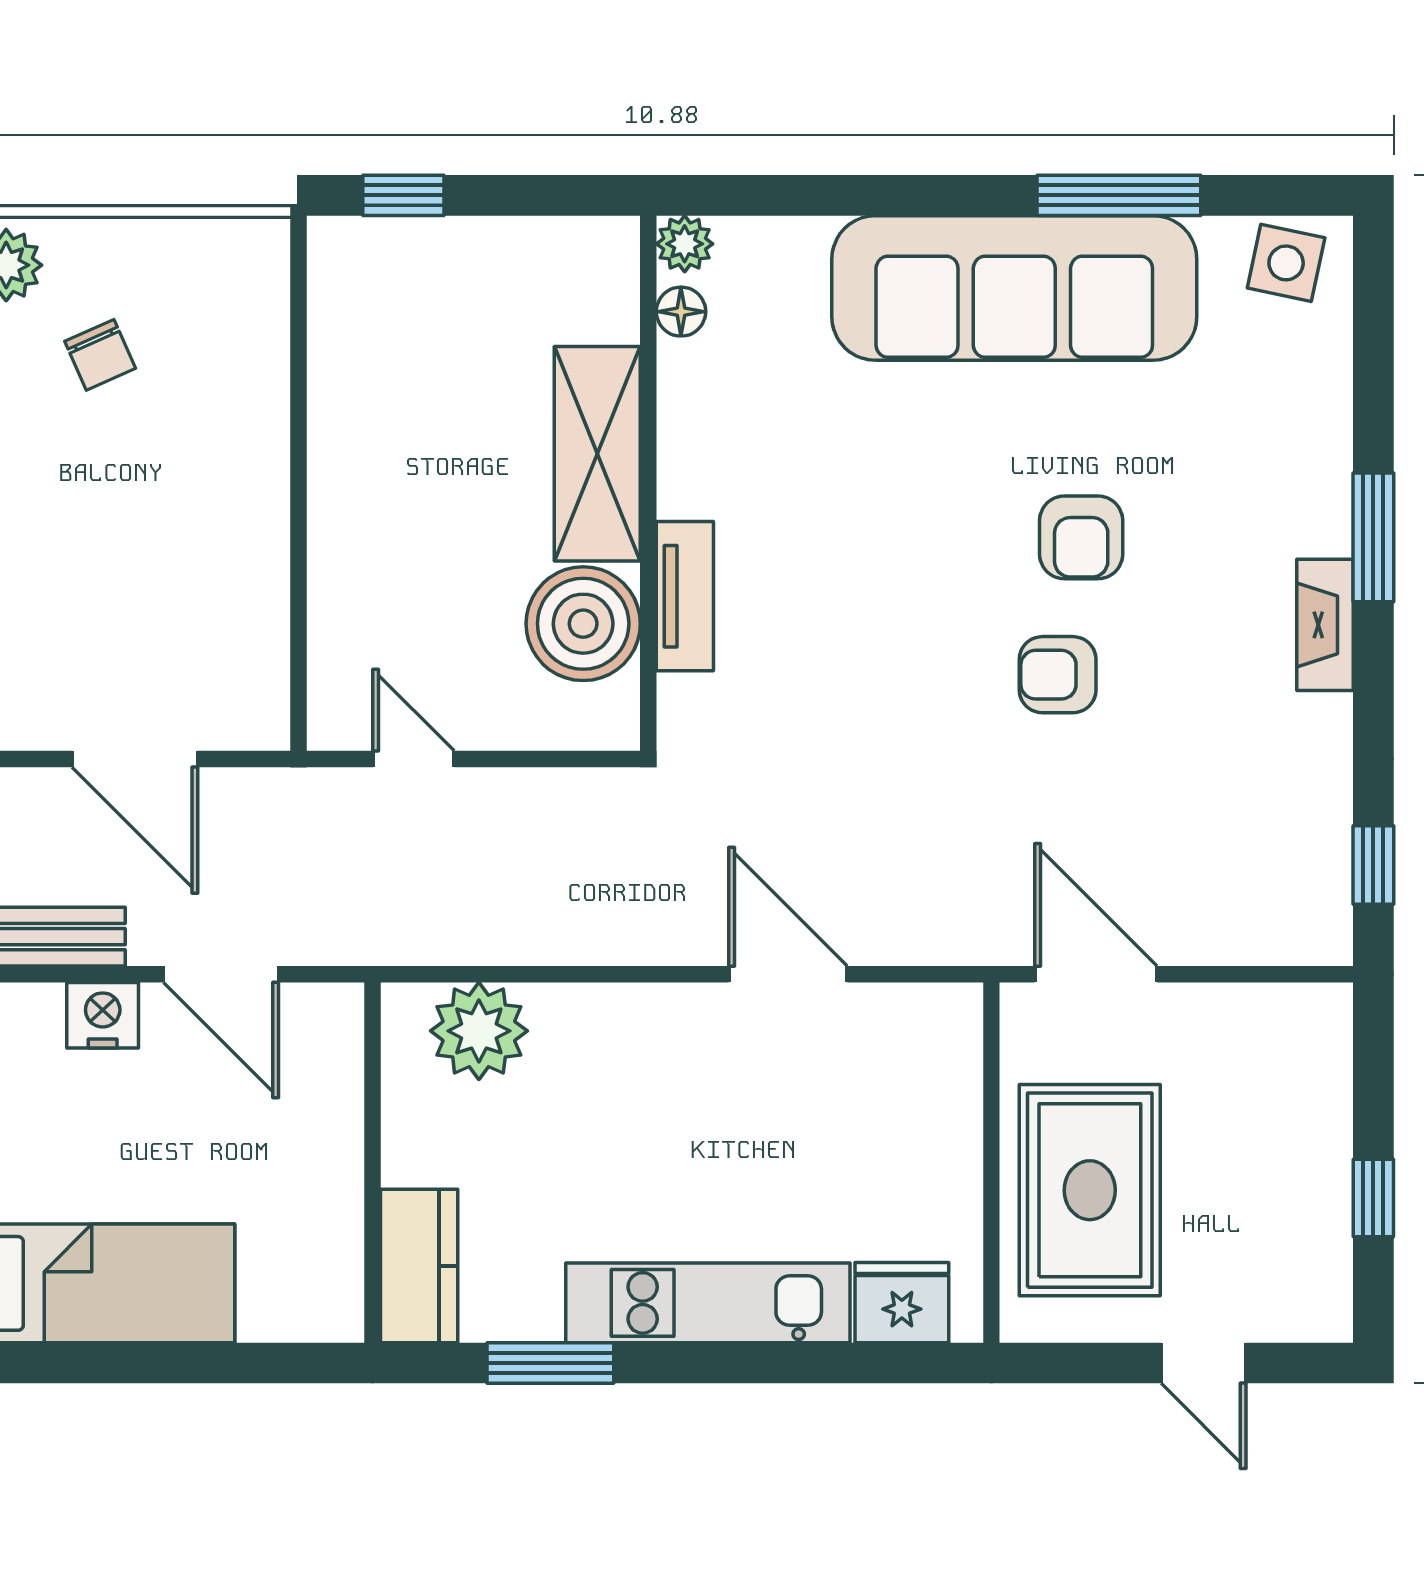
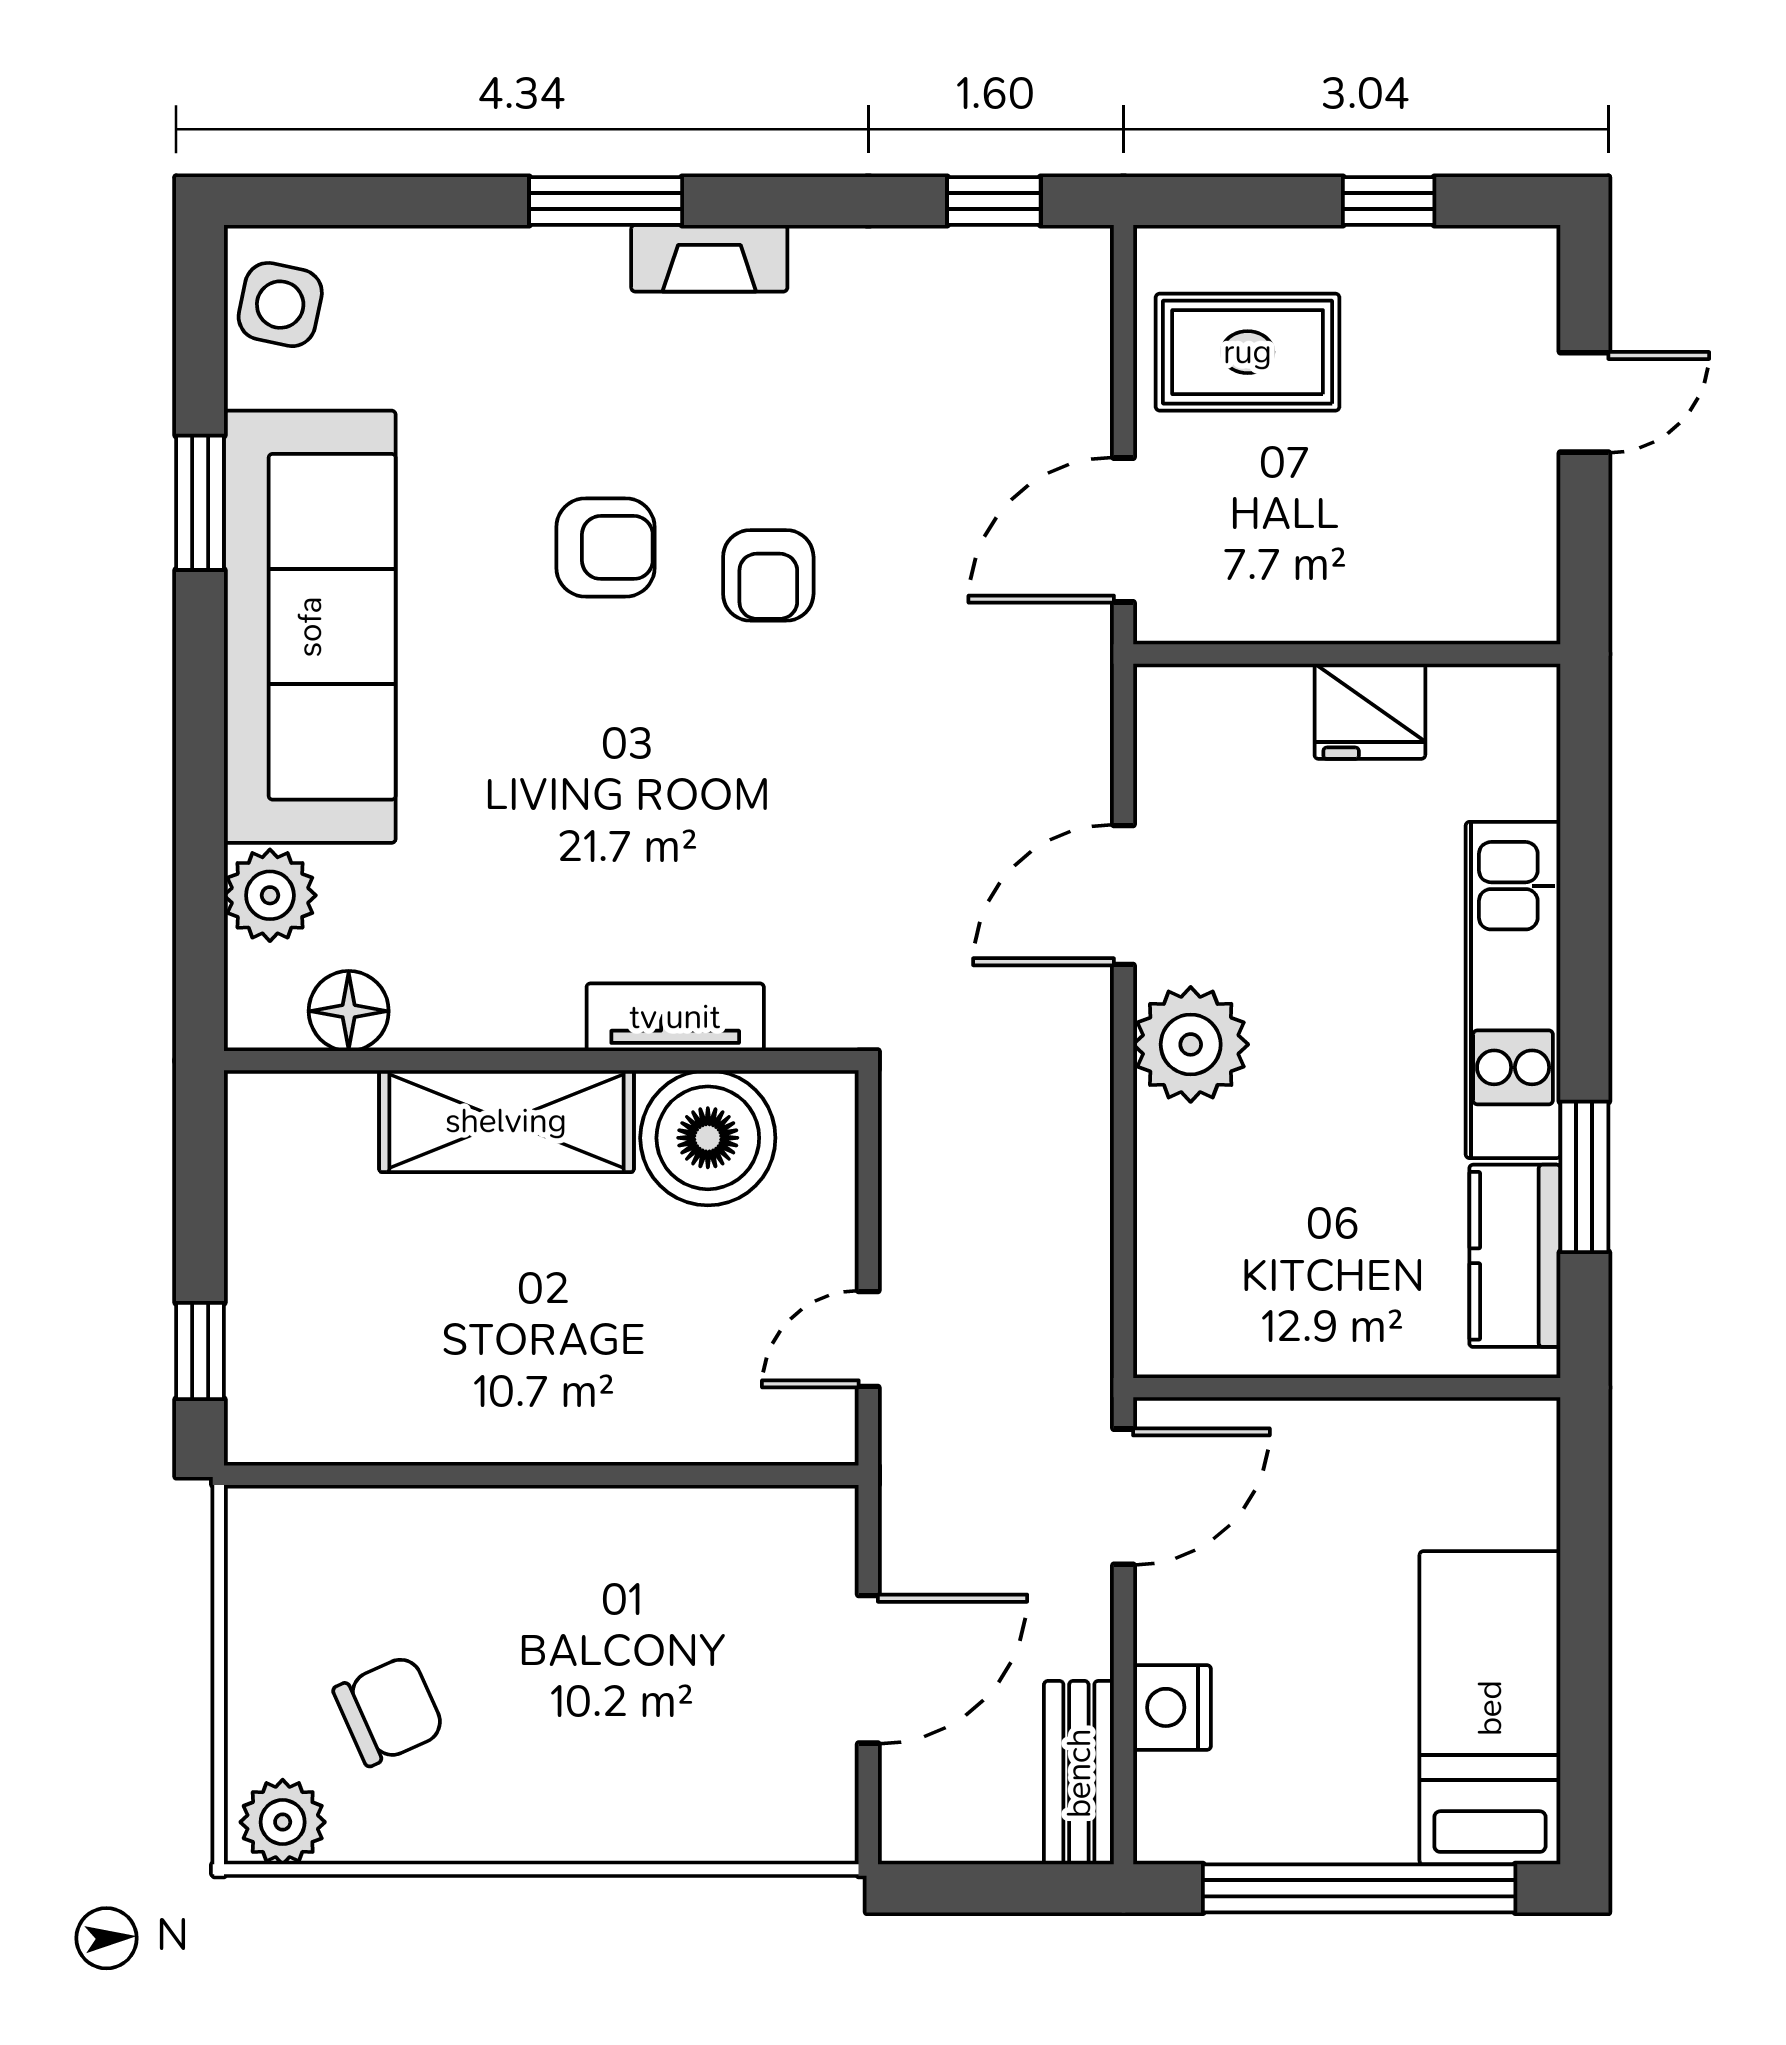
window: (1119, 195) -> (200, 503), width x0.69
plant: (685, 244) -> (270, 895), moved, width x1.38, depth x1.38
floor lamp: (681, 312) -> (349, 1011), width x1.37, depth x1.37
chair: (100, 355) -> (389, 1711), width x1.37, depth x1.37
door: (221, 974) -> (1123, 1497), moved
plant: (479, 1031) -> (1191, 1044), moved
rug: (1090, 1190) -> (1248, 352), moved, width x0.73, depth x0.70
kitchen counter: (419, 1266) -> (1515, 1256), moved, turned -90
fridge: (902, 1303) -> (1370, 711), moved, turned -90

